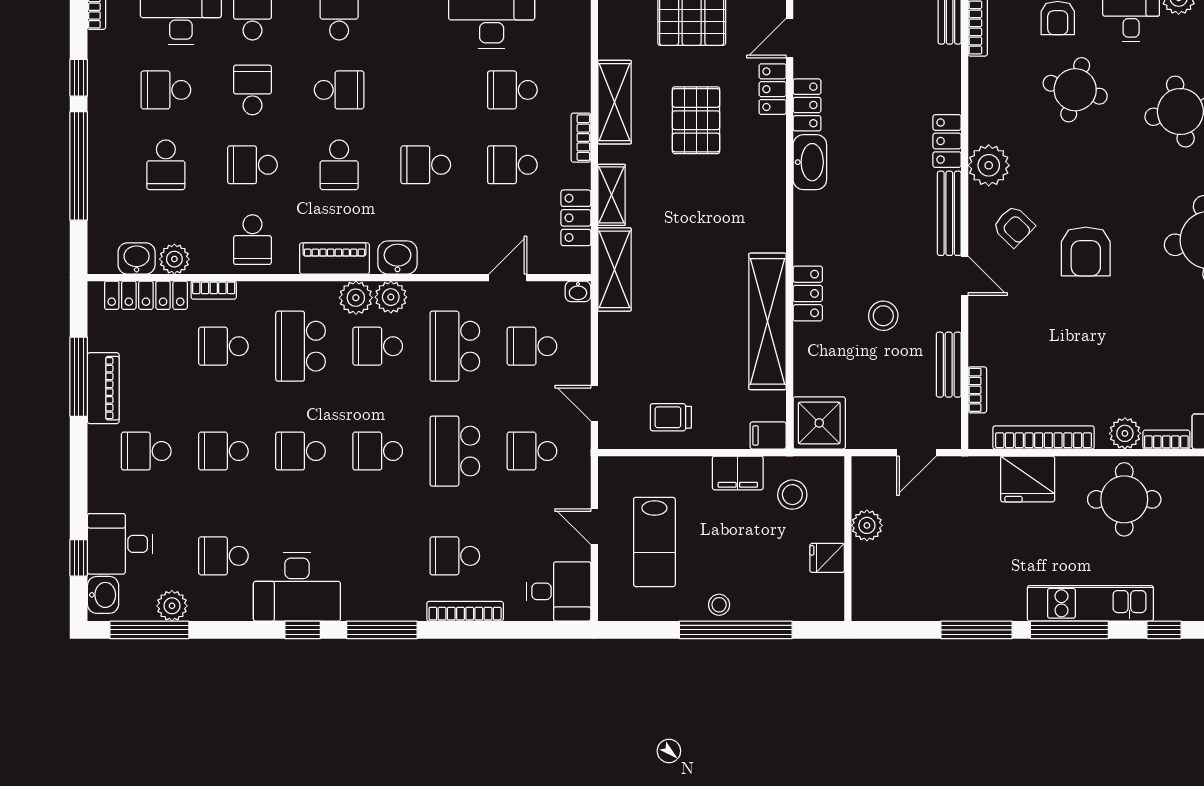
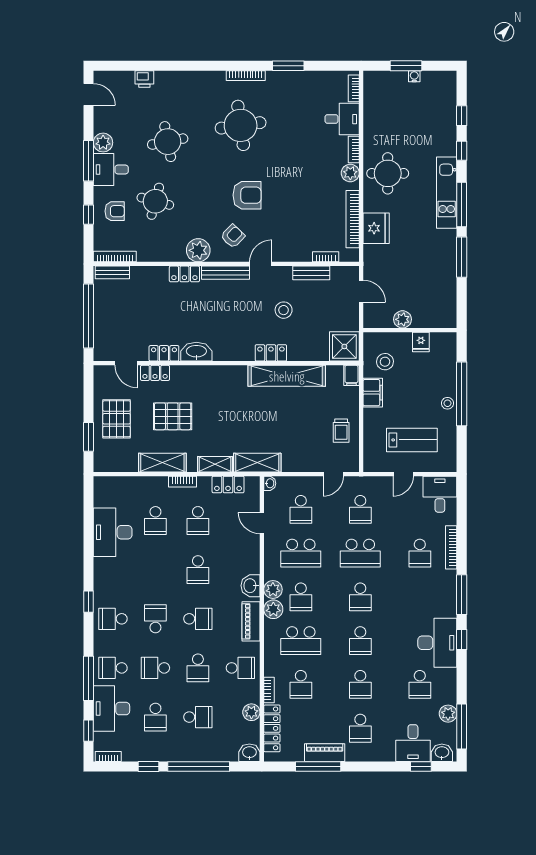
washbasin: (137, 258) -> (249, 753), moved, turned 90

